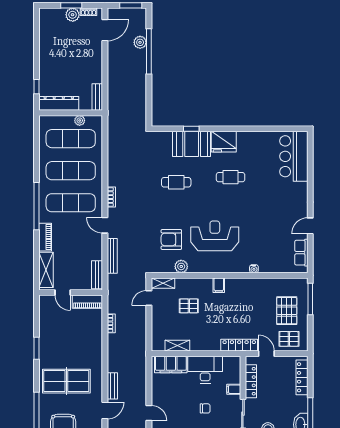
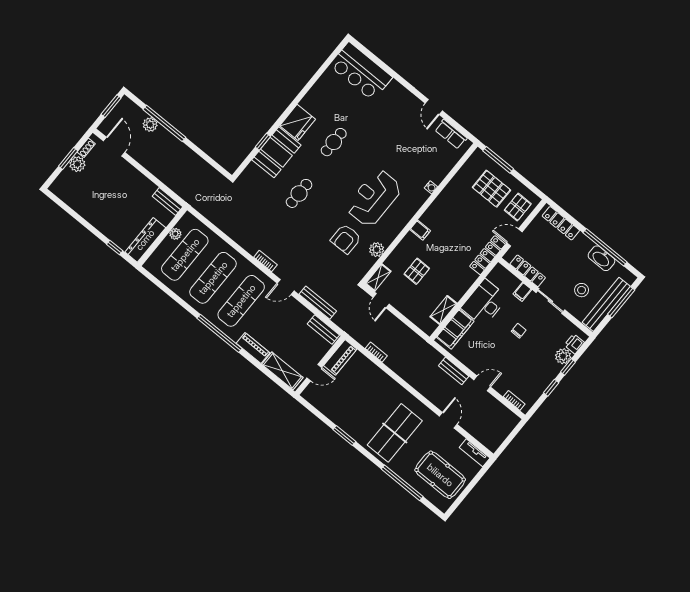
bench: (112, 386) -> (454, 371), moved

